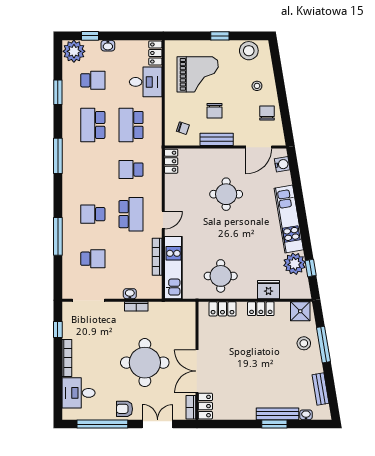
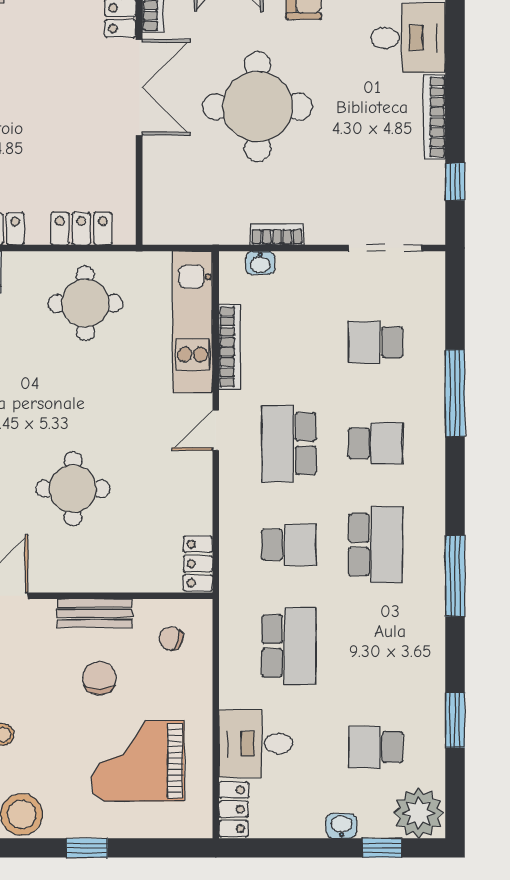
school desk: (93, 125) -> (376, 545), moved
washbasin: (130, 294) -> (260, 263), moved

